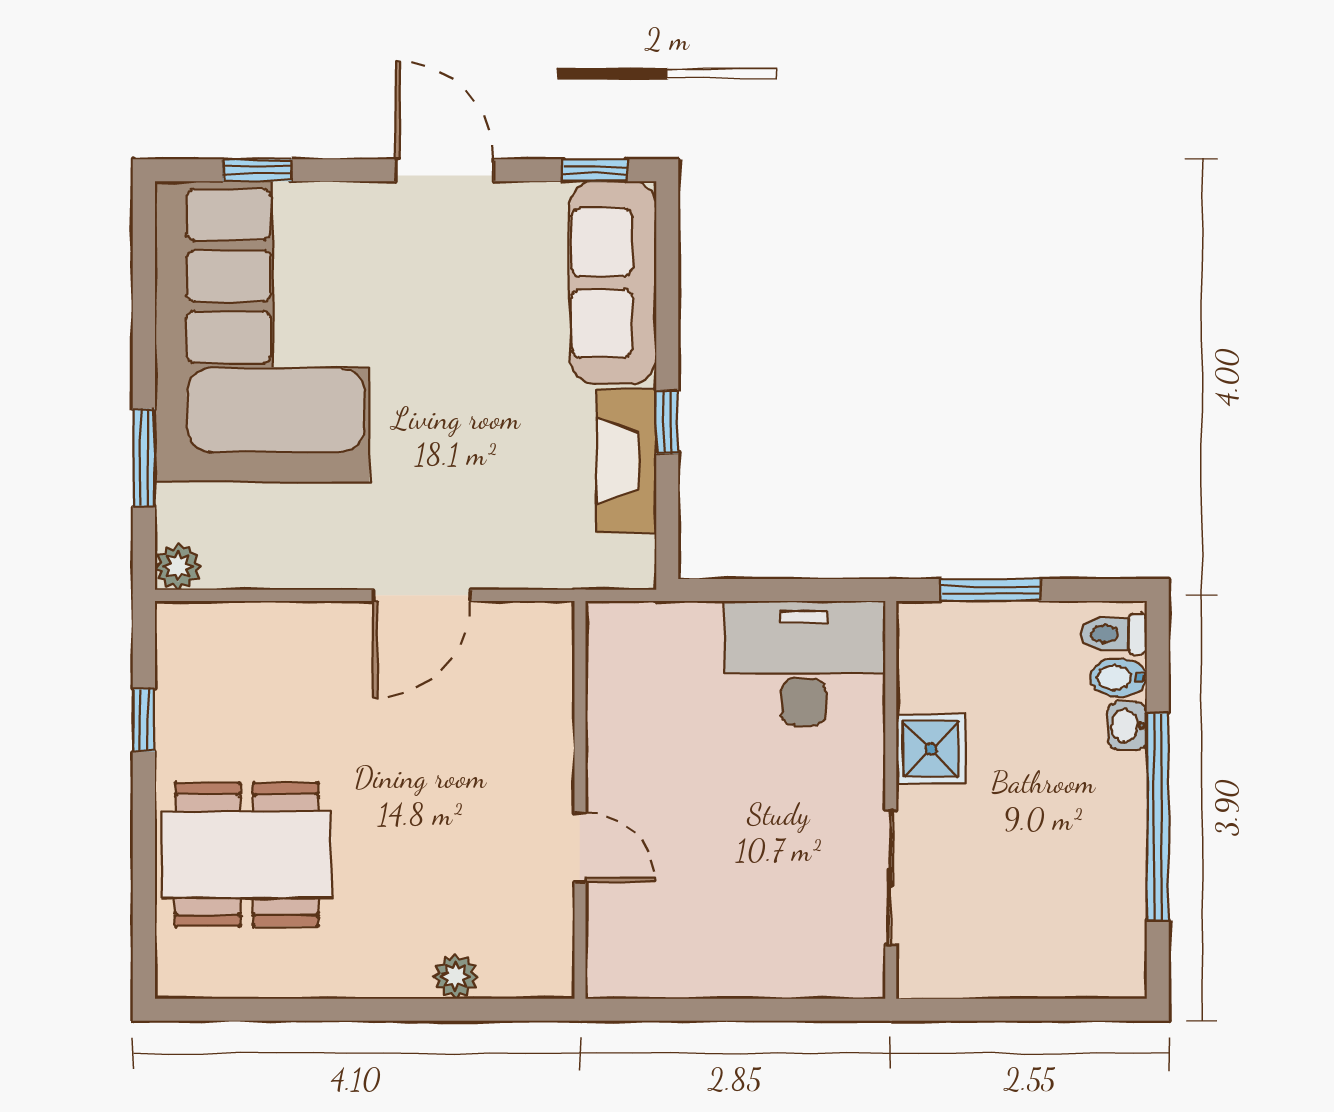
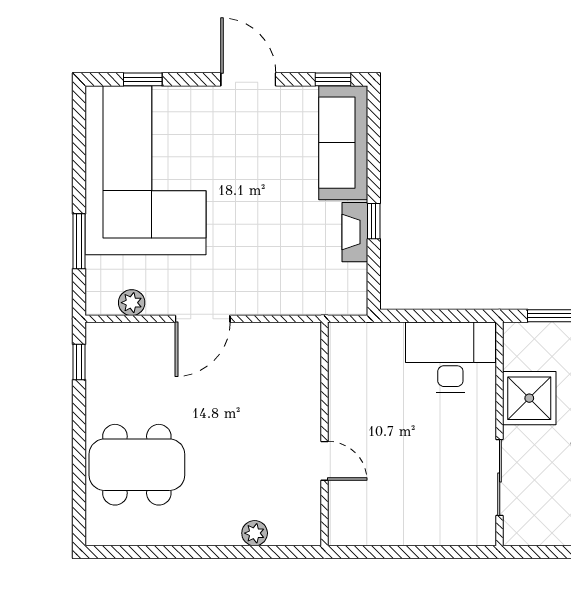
fireplace: (627, 461) -> (355, 232), width x0.73, depth x0.76
plant: (178, 567) -> (132, 303), moved
door: (422, 595) -> (203, 319), moved
window: (144, 720) -> (79, 362), moved
shower: (931, 749) -> (529, 398), width x1.36, depth x1.36

